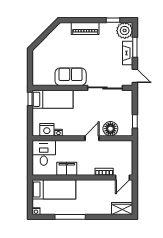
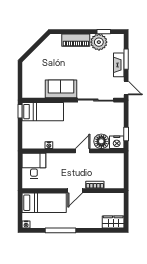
plant: (125, 31) -> (99, 42), moved
nightstand: (47, 130) -> (117, 142), moved
filing cabinet: (67, 169) -> (57, 182), removed
door: (123, 178) -> (75, 191), moved

